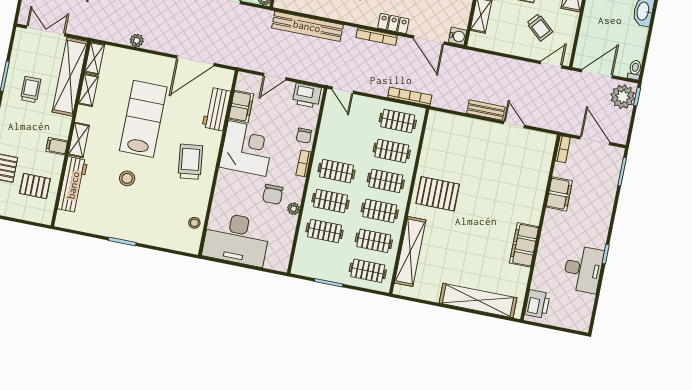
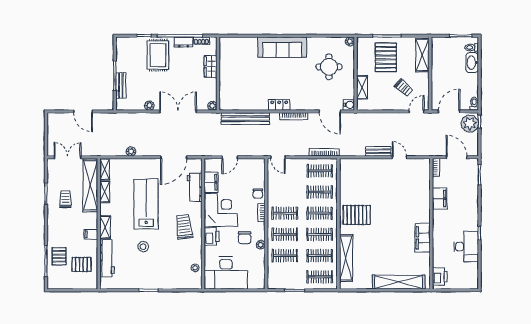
locker: (393, 23) -> (279, 105), moved
printer: (307, 96) -> (212, 236), moved, turned -90

